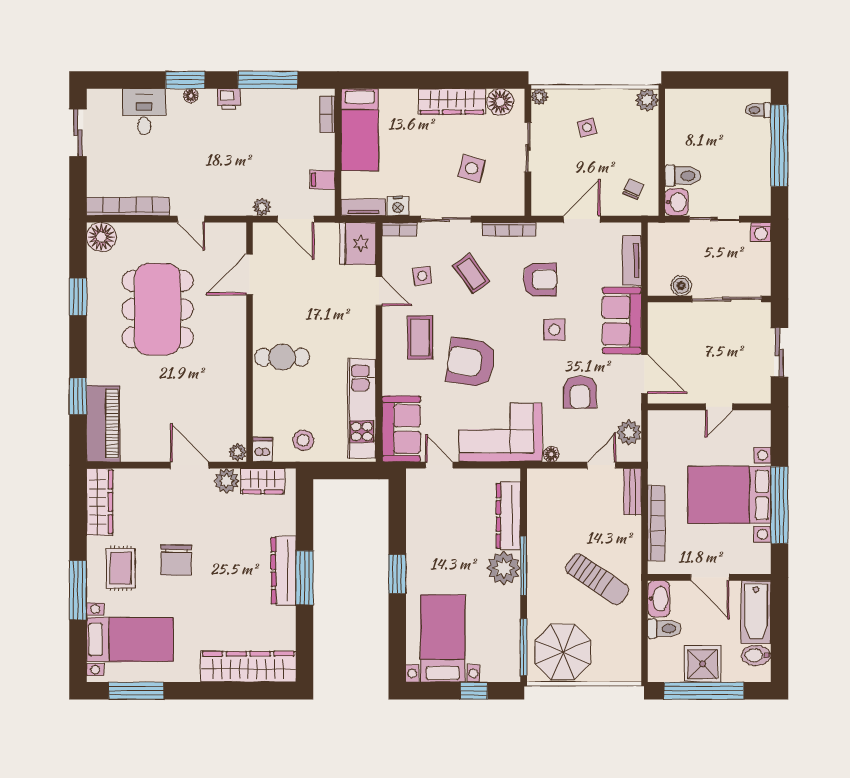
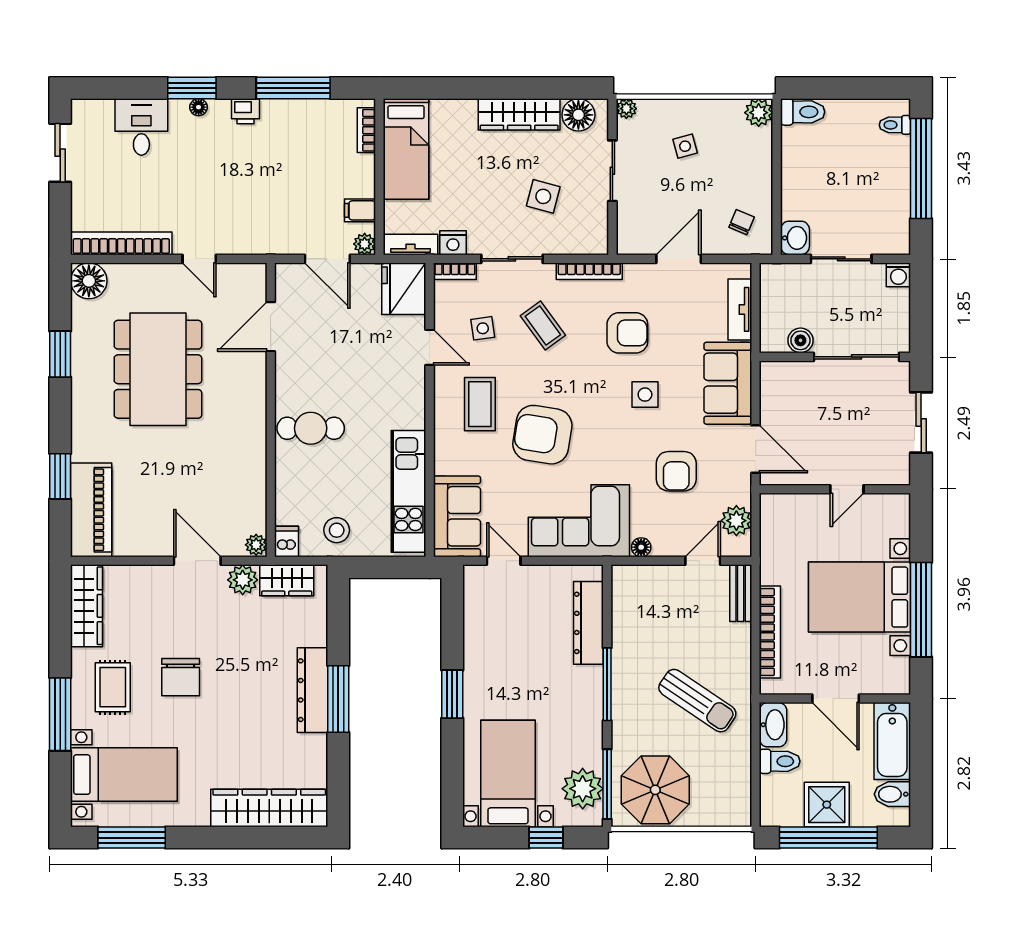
toilet: (683, 176) -> (803, 112), moved
plant: (262, 207) -> (365, 244), moved
plant: (504, 568) -> (583, 789), moved

